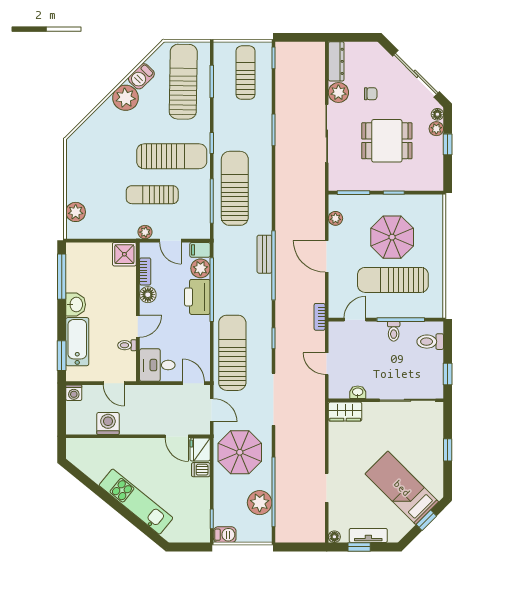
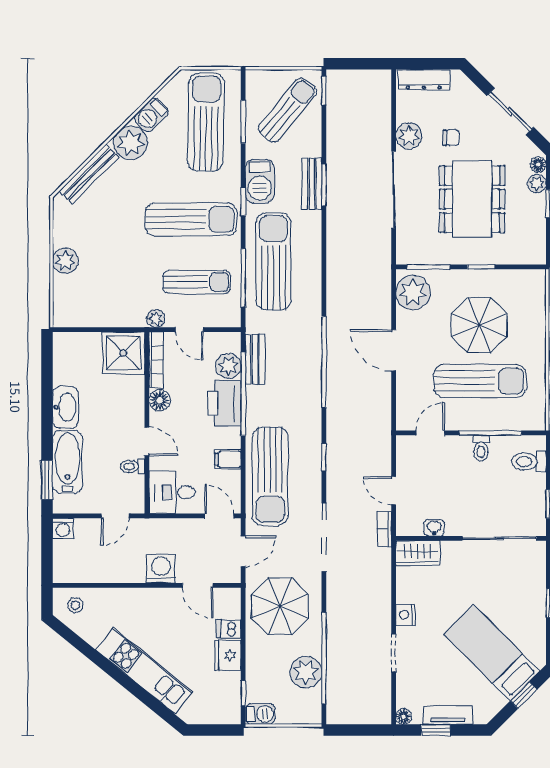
dresser: (336, 61) -> (424, 80), moved, turned 90
sun lounger: (245, 73) -> (287, 110), turned 40
sliding door: (416, 74) -> (510, 112), width x0.73
bench: (94, 122) -> (89, 174), added
barbecue: (224, 127) -> (260, 181), added
bench: (264, 129) -> (312, 184), added
dining table: (387, 141) -> (472, 199), width x1.38
sun lounger: (152, 195) -> (197, 282), moved, turned 180
plant: (76, 212) -> (65, 261), moved
plant: (335, 218) -> (413, 293), width x1.88, depth x1.88
filing cabinet: (200, 250) -> (228, 459), moved
shower: (124, 254) -> (123, 353), width x1.36, depth x1.36
bench: (265, 254) -> (255, 359), moved
bookcase: (145, 271) -> (156, 360), width x1.56
window: (62, 277) -> (47, 377), removed
sun lounger: (393, 280) -> (480, 381), turned 180
washbasin: (76, 305) -> (65, 407), width x1.38
bookcase: (320, 317) -> (384, 529), moved
door: (138, 326) -> (147, 441), hinge flipped
sun lounger: (232, 353) -> (270, 476), turned 180
door: (114, 383) -> (115, 516), hinge flipped
door: (212, 410) -> (243, 551), hinge flipped
washing machine: (108, 423) -> (161, 569), moved
fridge: (200, 450) -> (228, 655), moved
stool: (83, 451) -> (76, 605), added
nightstand: (336, 459) -> (405, 615), added

